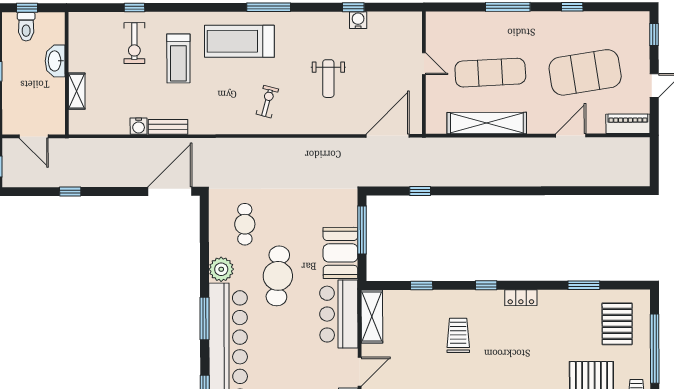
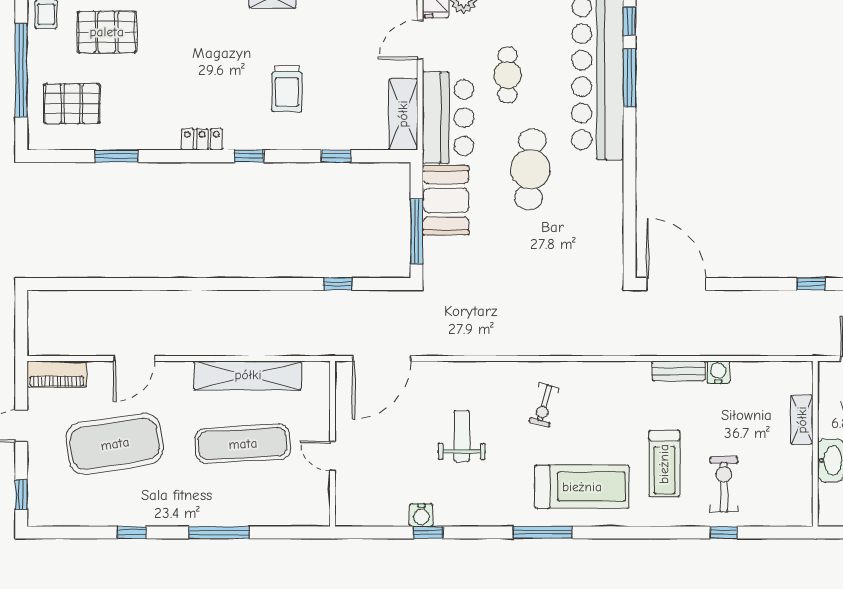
treadmill: (178, 58) -> (664, 464), turned 180
door: (170, 191) -> (676, 284), swing flipped
cafe table: (245, 224) -> (508, 75), moved
plant: (221, 269) -> (607, 179), removed
window: (205, 319) -> (630, 78), moved
pallet: (617, 324) -> (72, 104), turned 90

